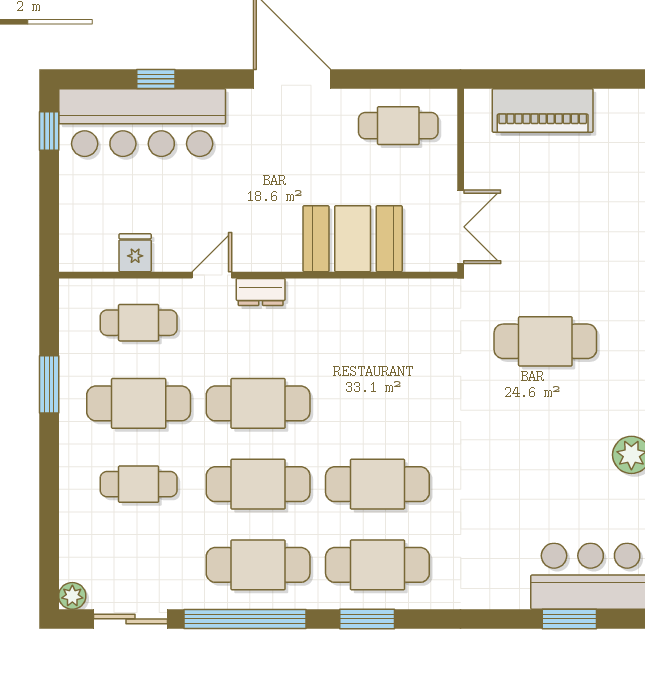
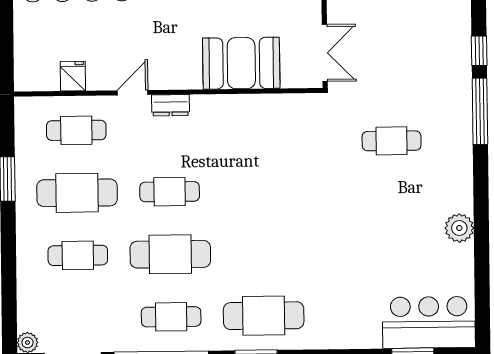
cafe table: (545, 341) -> (392, 141), width x0.73, depth x0.74
cafe table: (258, 403) -> (170, 192), width x0.73, depth x0.74
cafe table: (377, 484) -> (263, 253), removed
cafe table: (258, 565) -> (171, 317), width x0.73, depth x0.74

